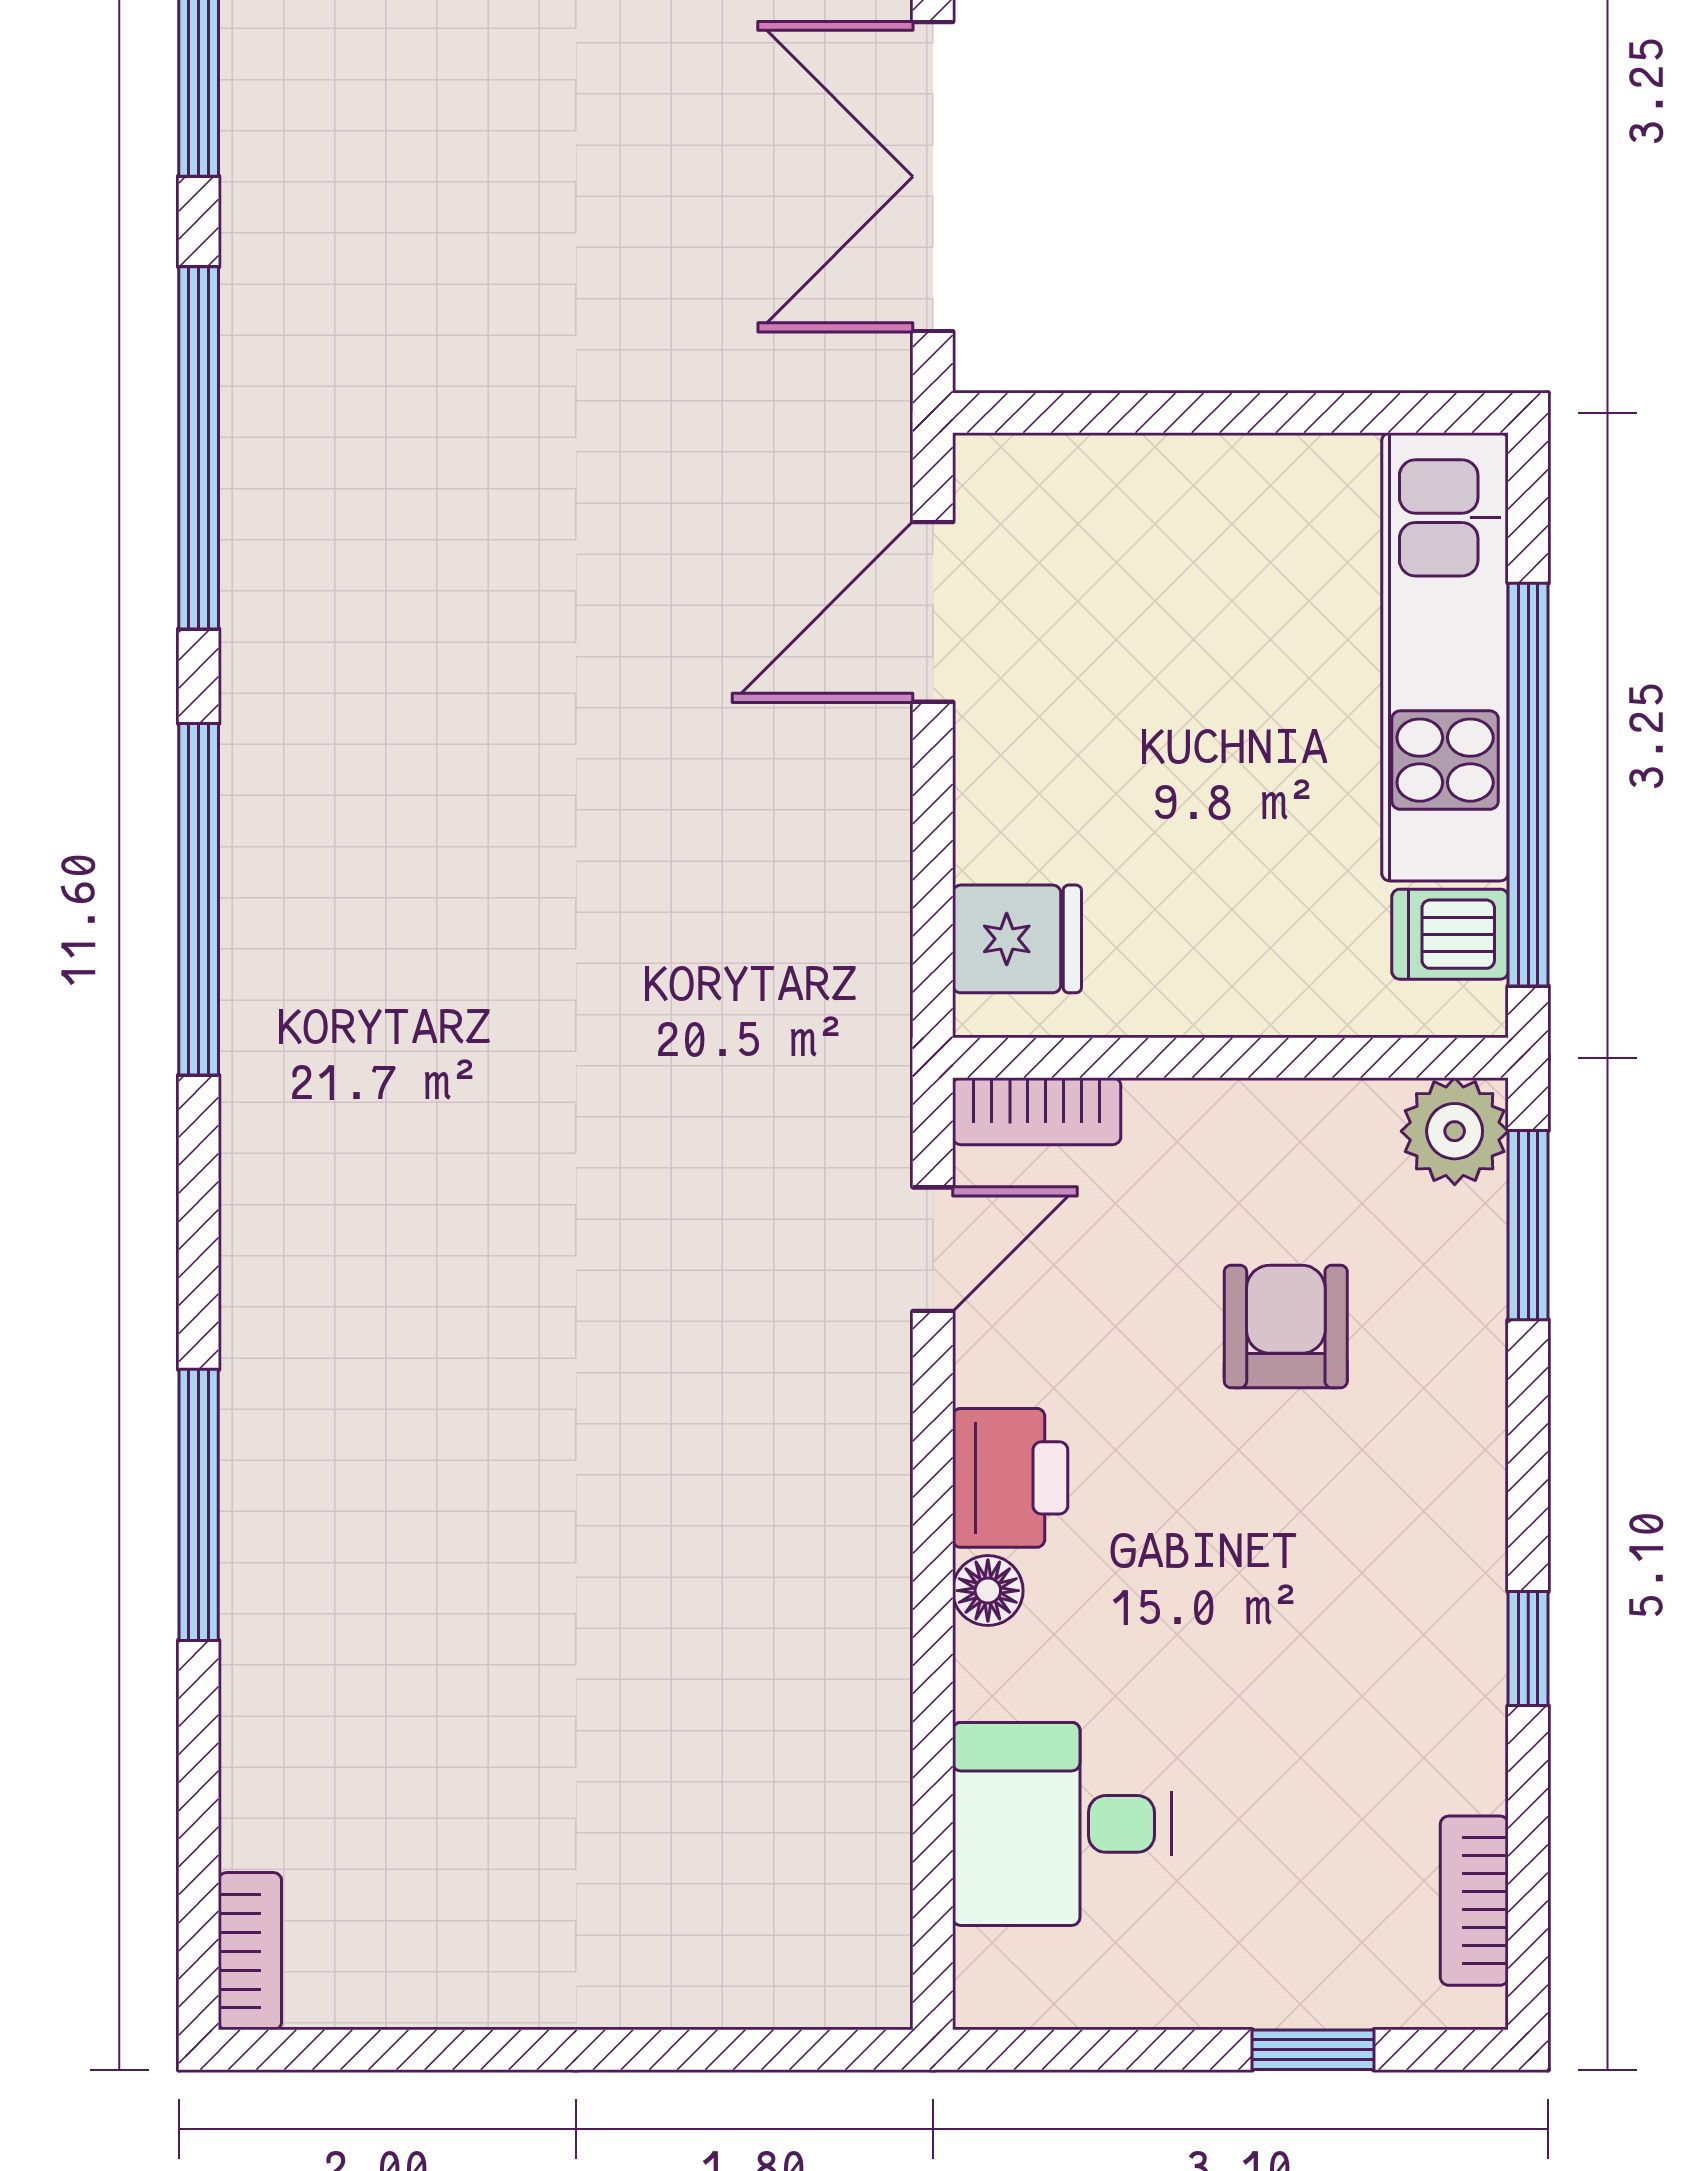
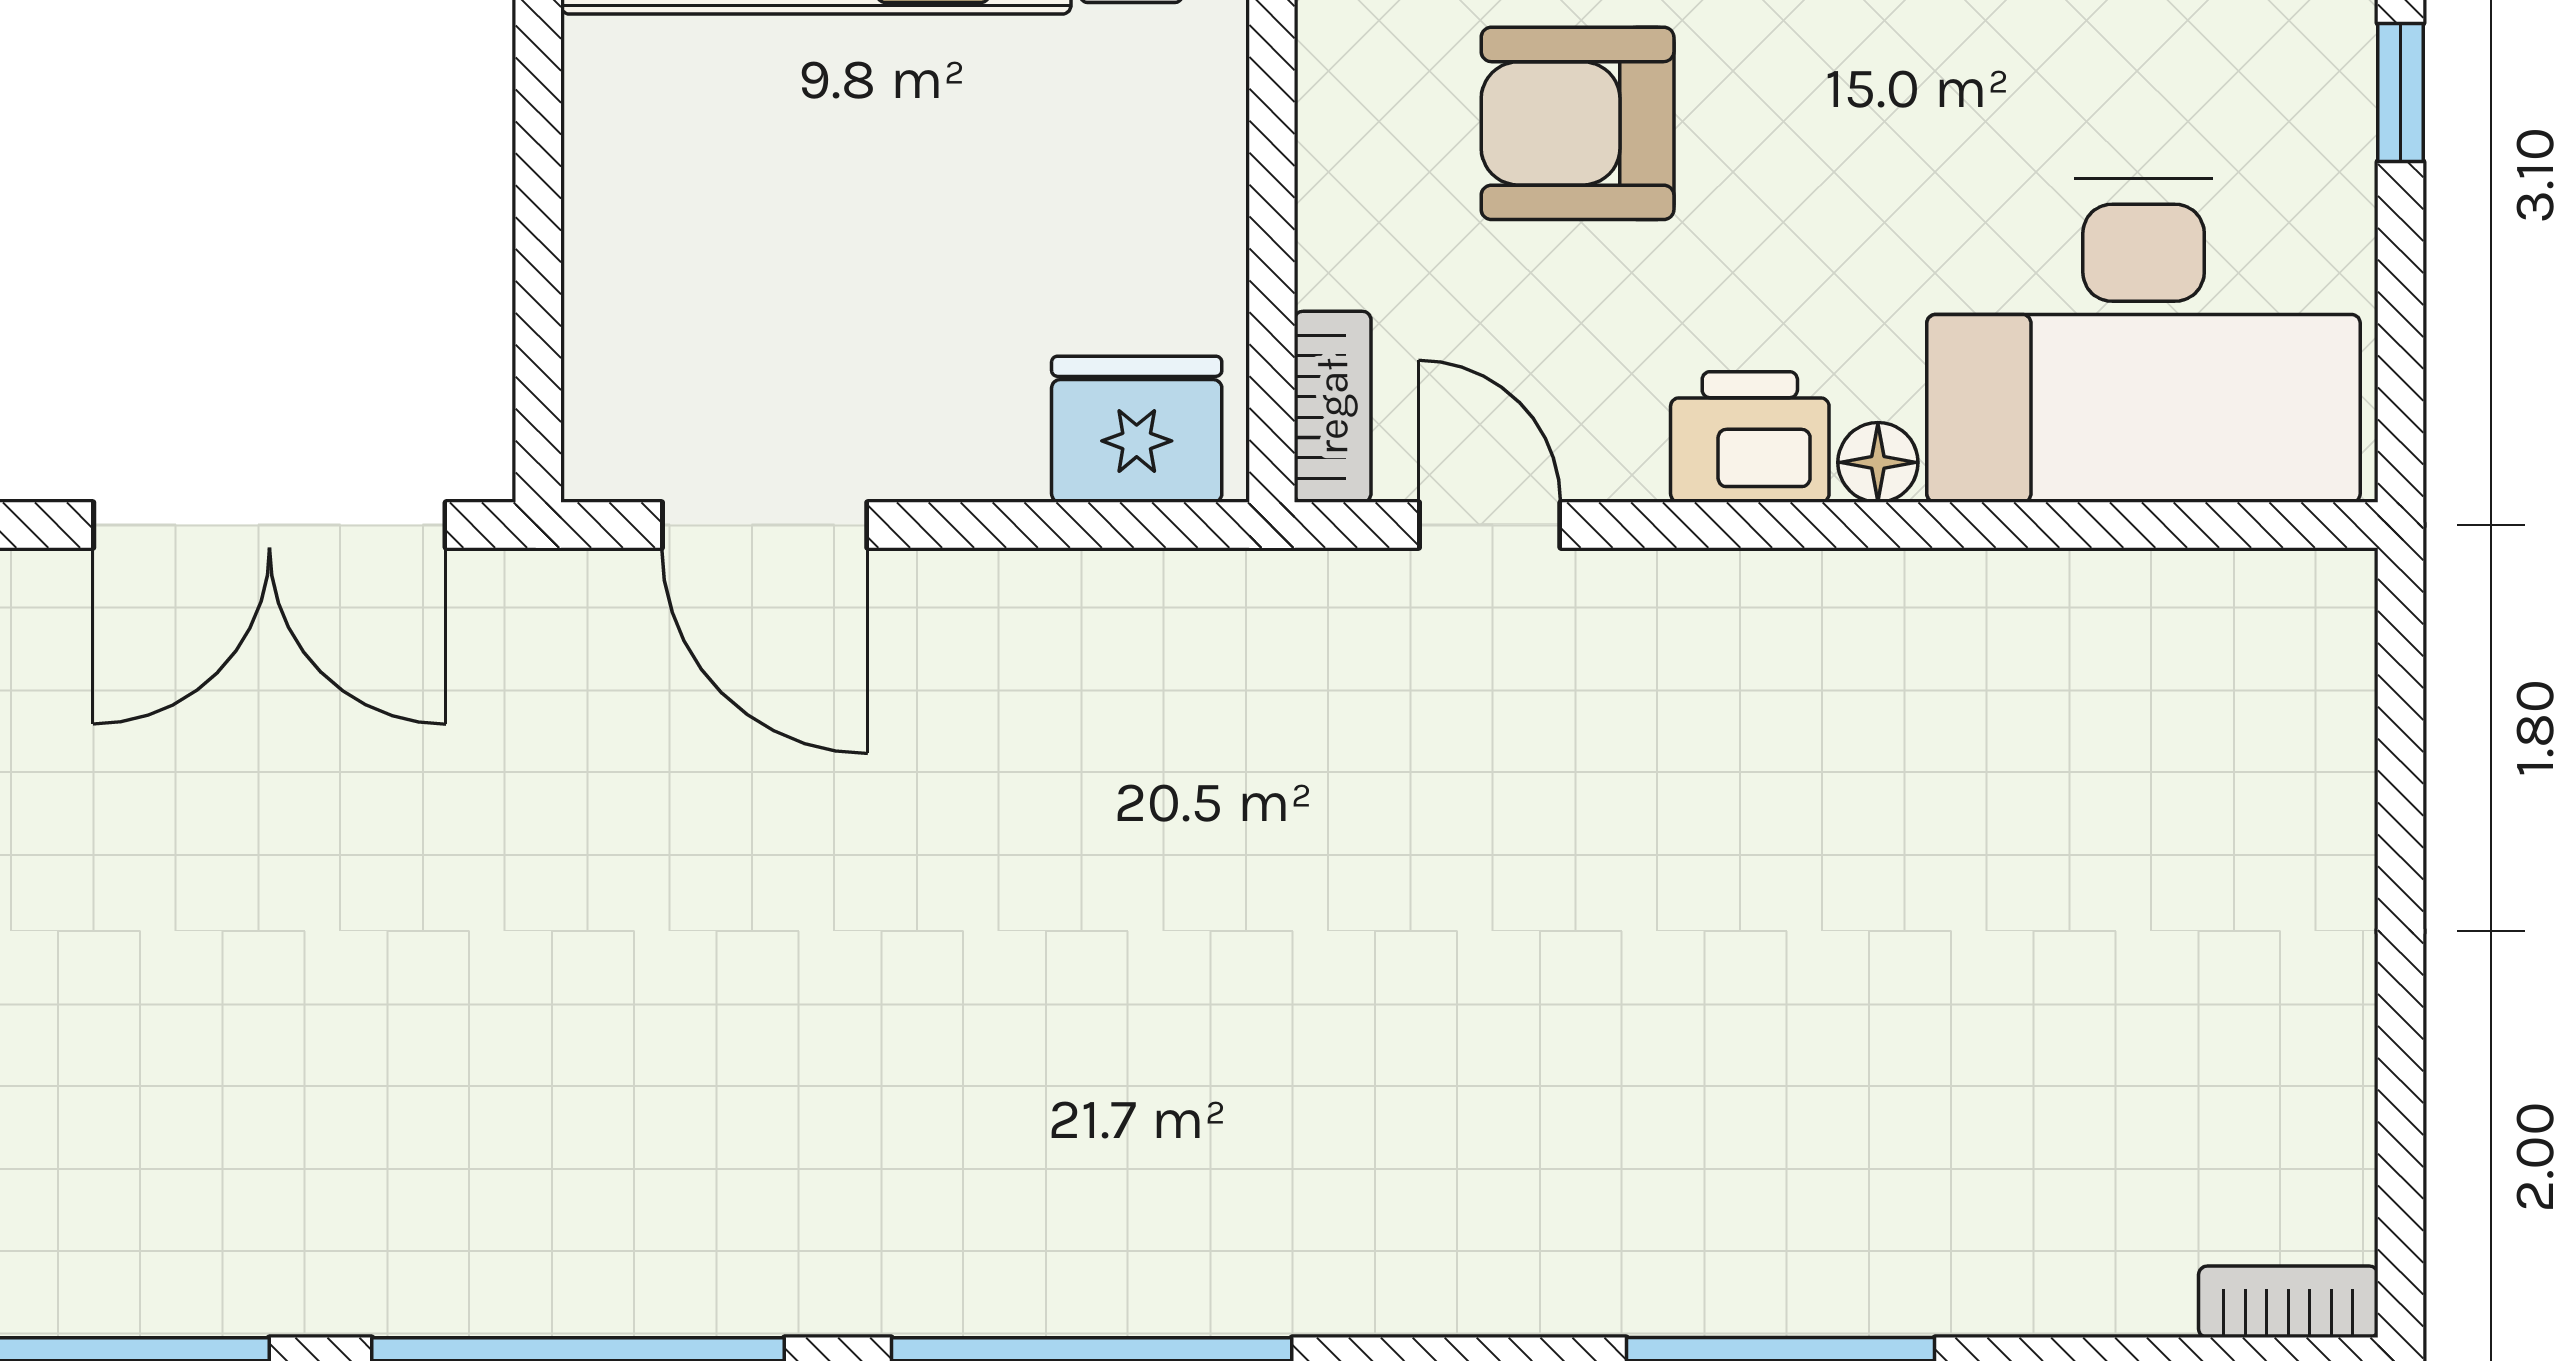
fridge: (1017, 939) -> (1137, 429), width x1.38
armchair: (1286, 1326) -> (1578, 123), width x1.38, depth x1.38
desk: (1062, 1824) -> (2144, 340), width x1.87, depth x1.30

